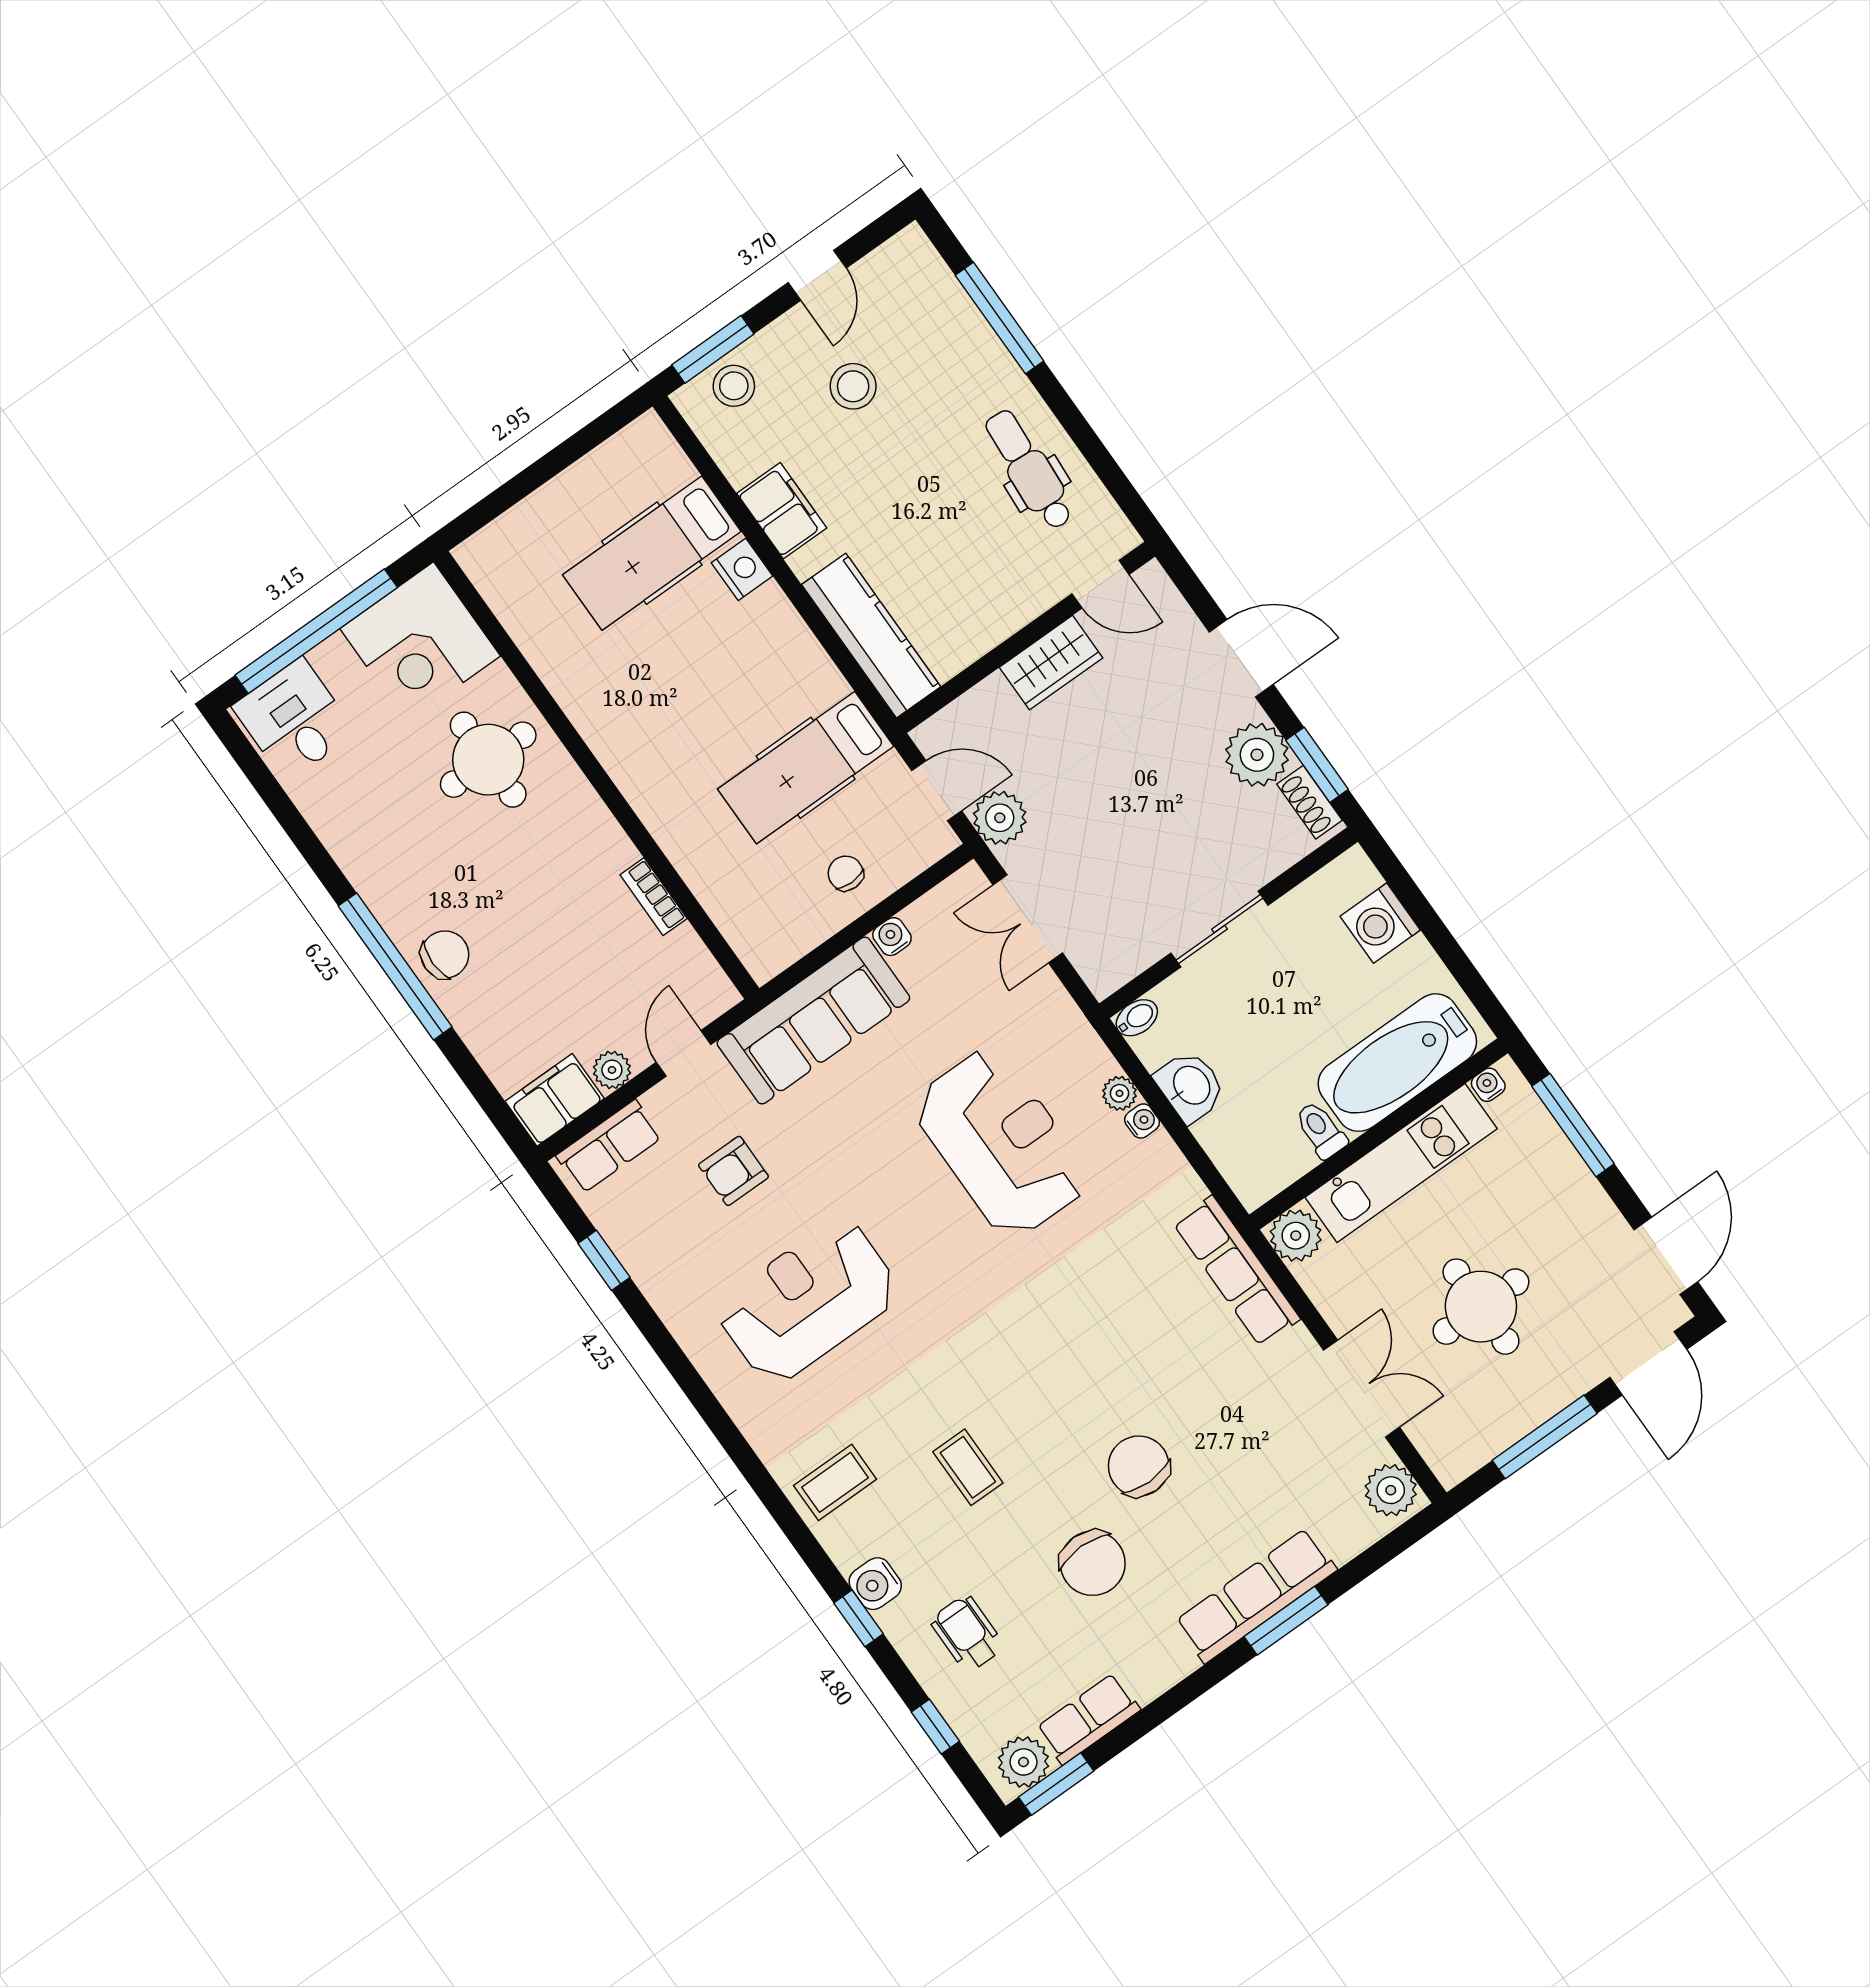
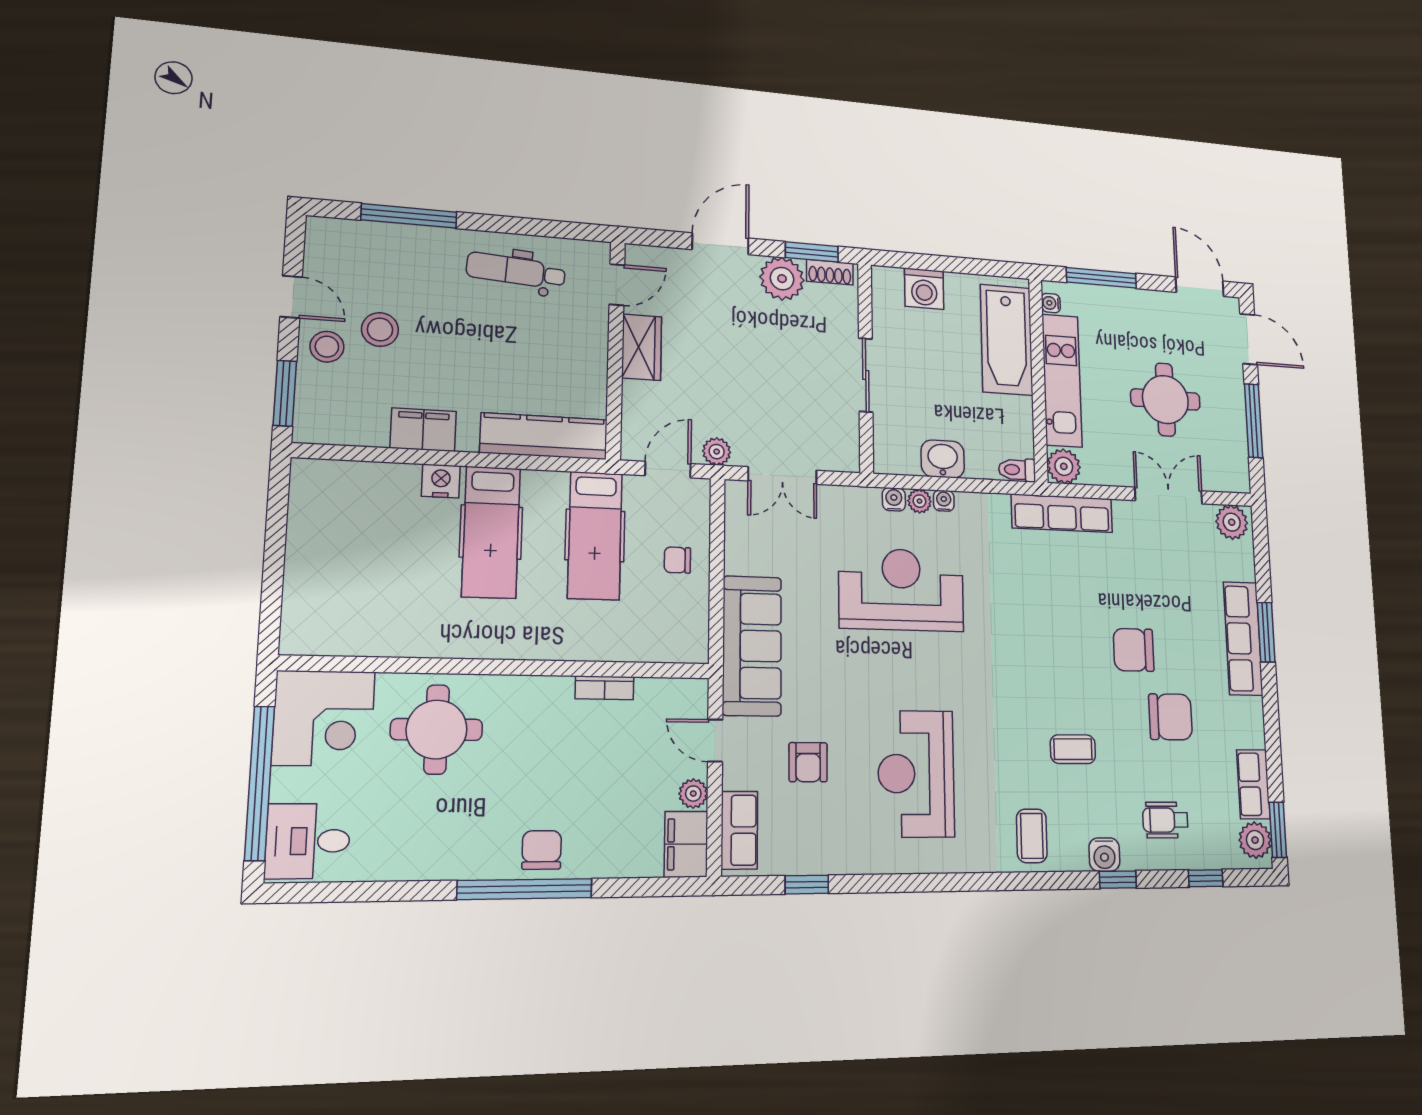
stool: (734, 386) -> (327, 347), moved
hospital bed: (652, 553) -> (491, 532), moved
plant: (1000, 818) -> (717, 452), width x0.73, depth x0.73
water cooler: (892, 937) -> (894, 499), moved, turned 90
bidet: (1137, 1018) -> (883, 459), removed
toilet: (1321, 1130) -> (1017, 470), moved

